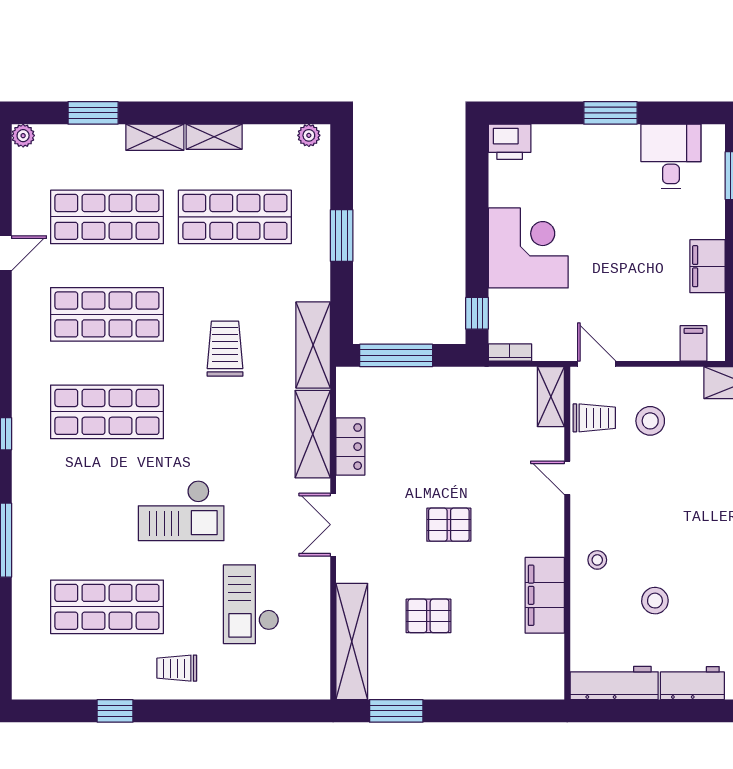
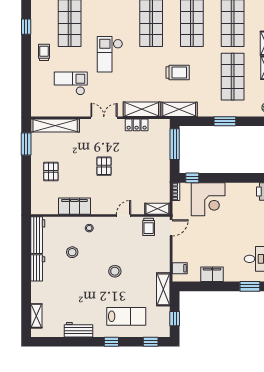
corner desk: (528, 248) -> (208, 199), moved
stool: (650, 421) -> (115, 271), moved
pallet: (428, 616) -> (51, 171), moved

